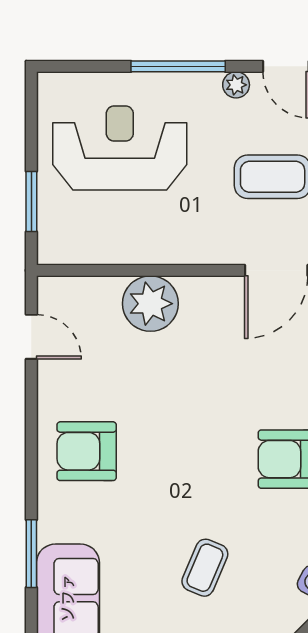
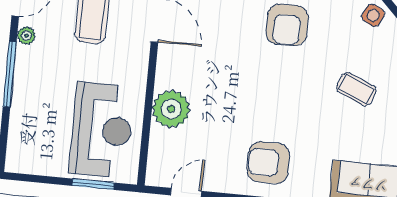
reception desk: (120, 148) -> (102, 130), moved, turned 180
armchair: (87, 451) -> (268, 163), turned 90

